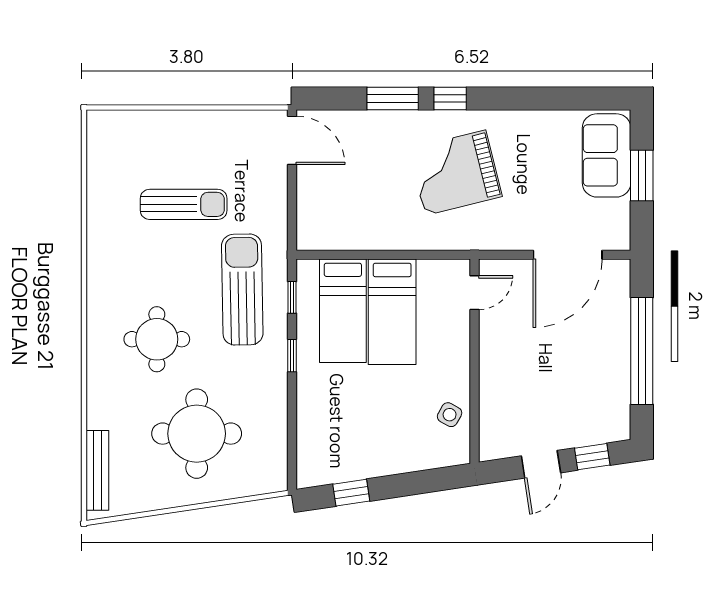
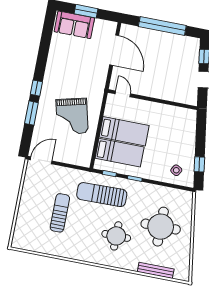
grand piano: (455, 173) -> (72, 116), moved
side table: (450, 415) -> (176, 170), moved
bench: (97, 470) -> (156, 270), moved

